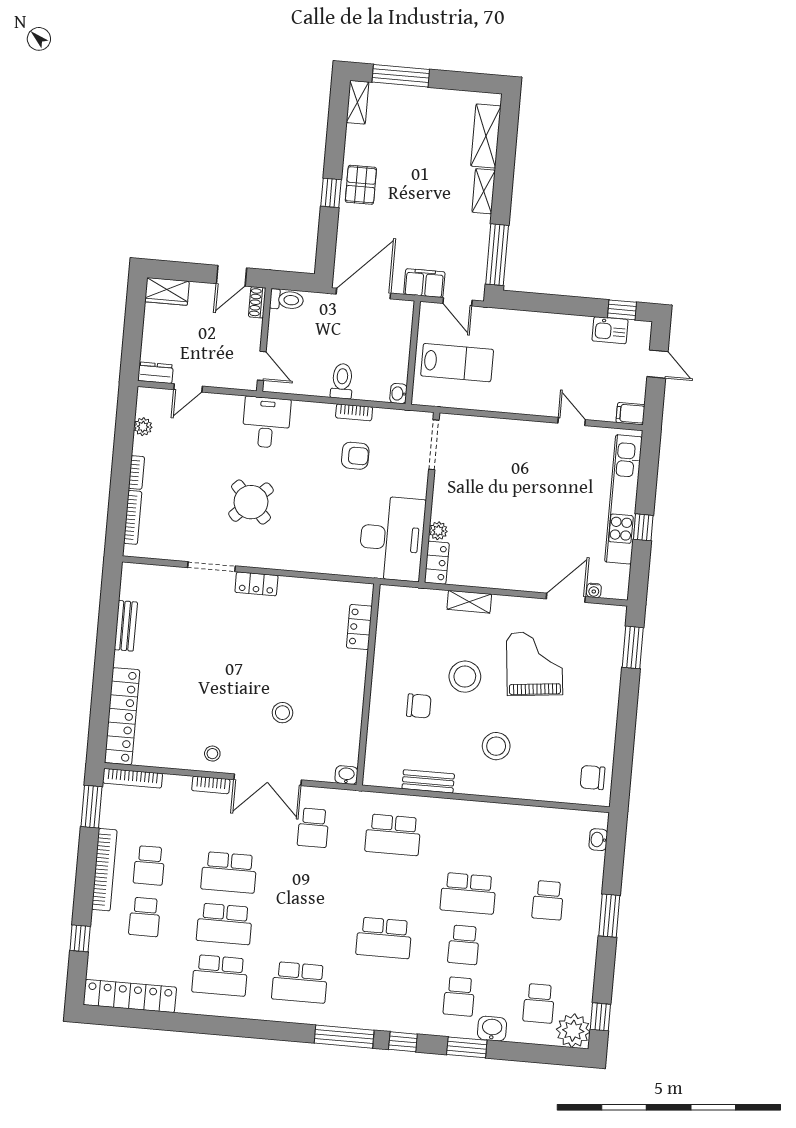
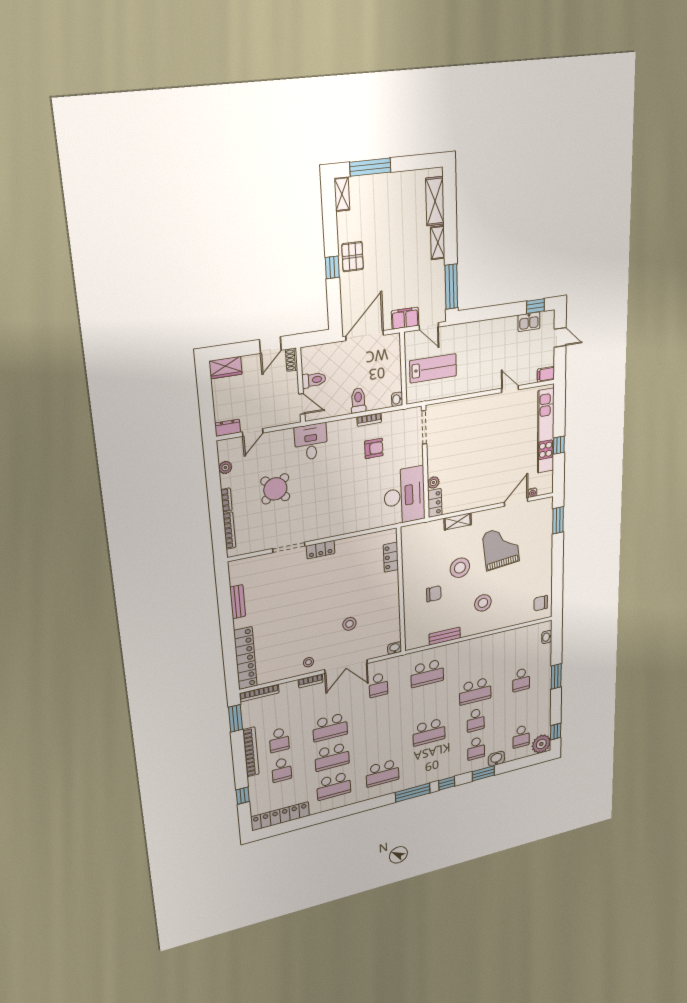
toilet: (287, 300) -> (314, 380), moved
round table: (251, 502) -> (275, 489), moved

